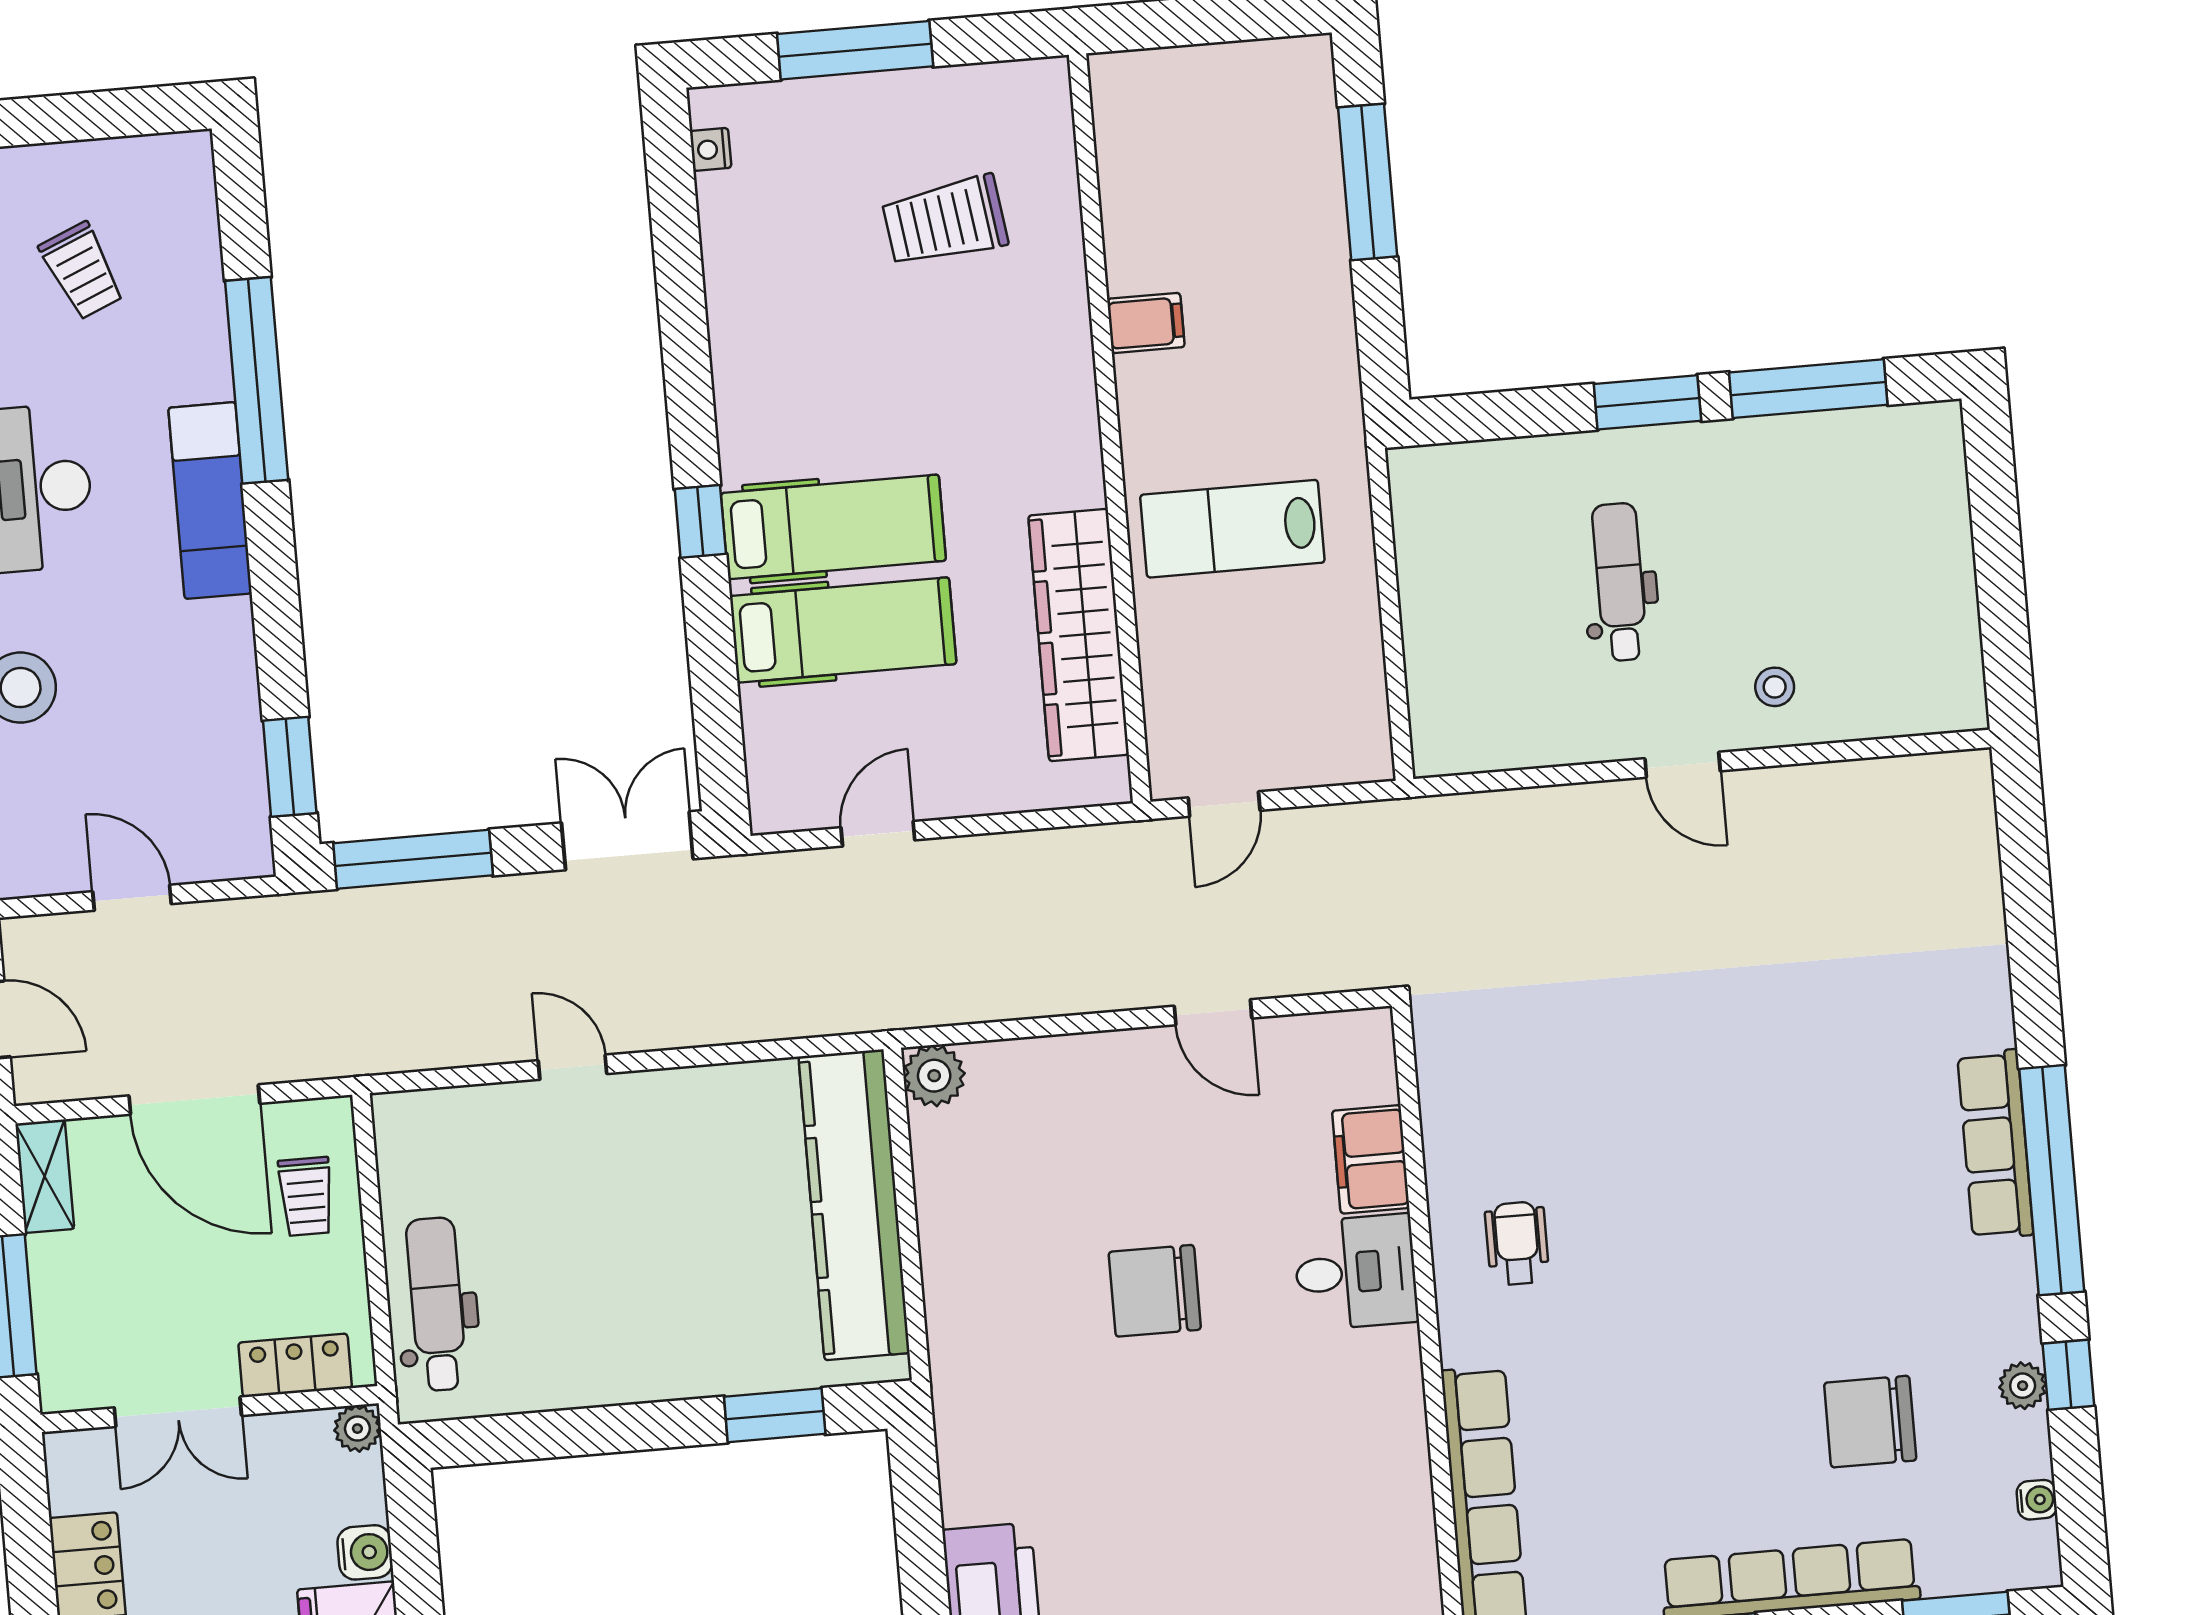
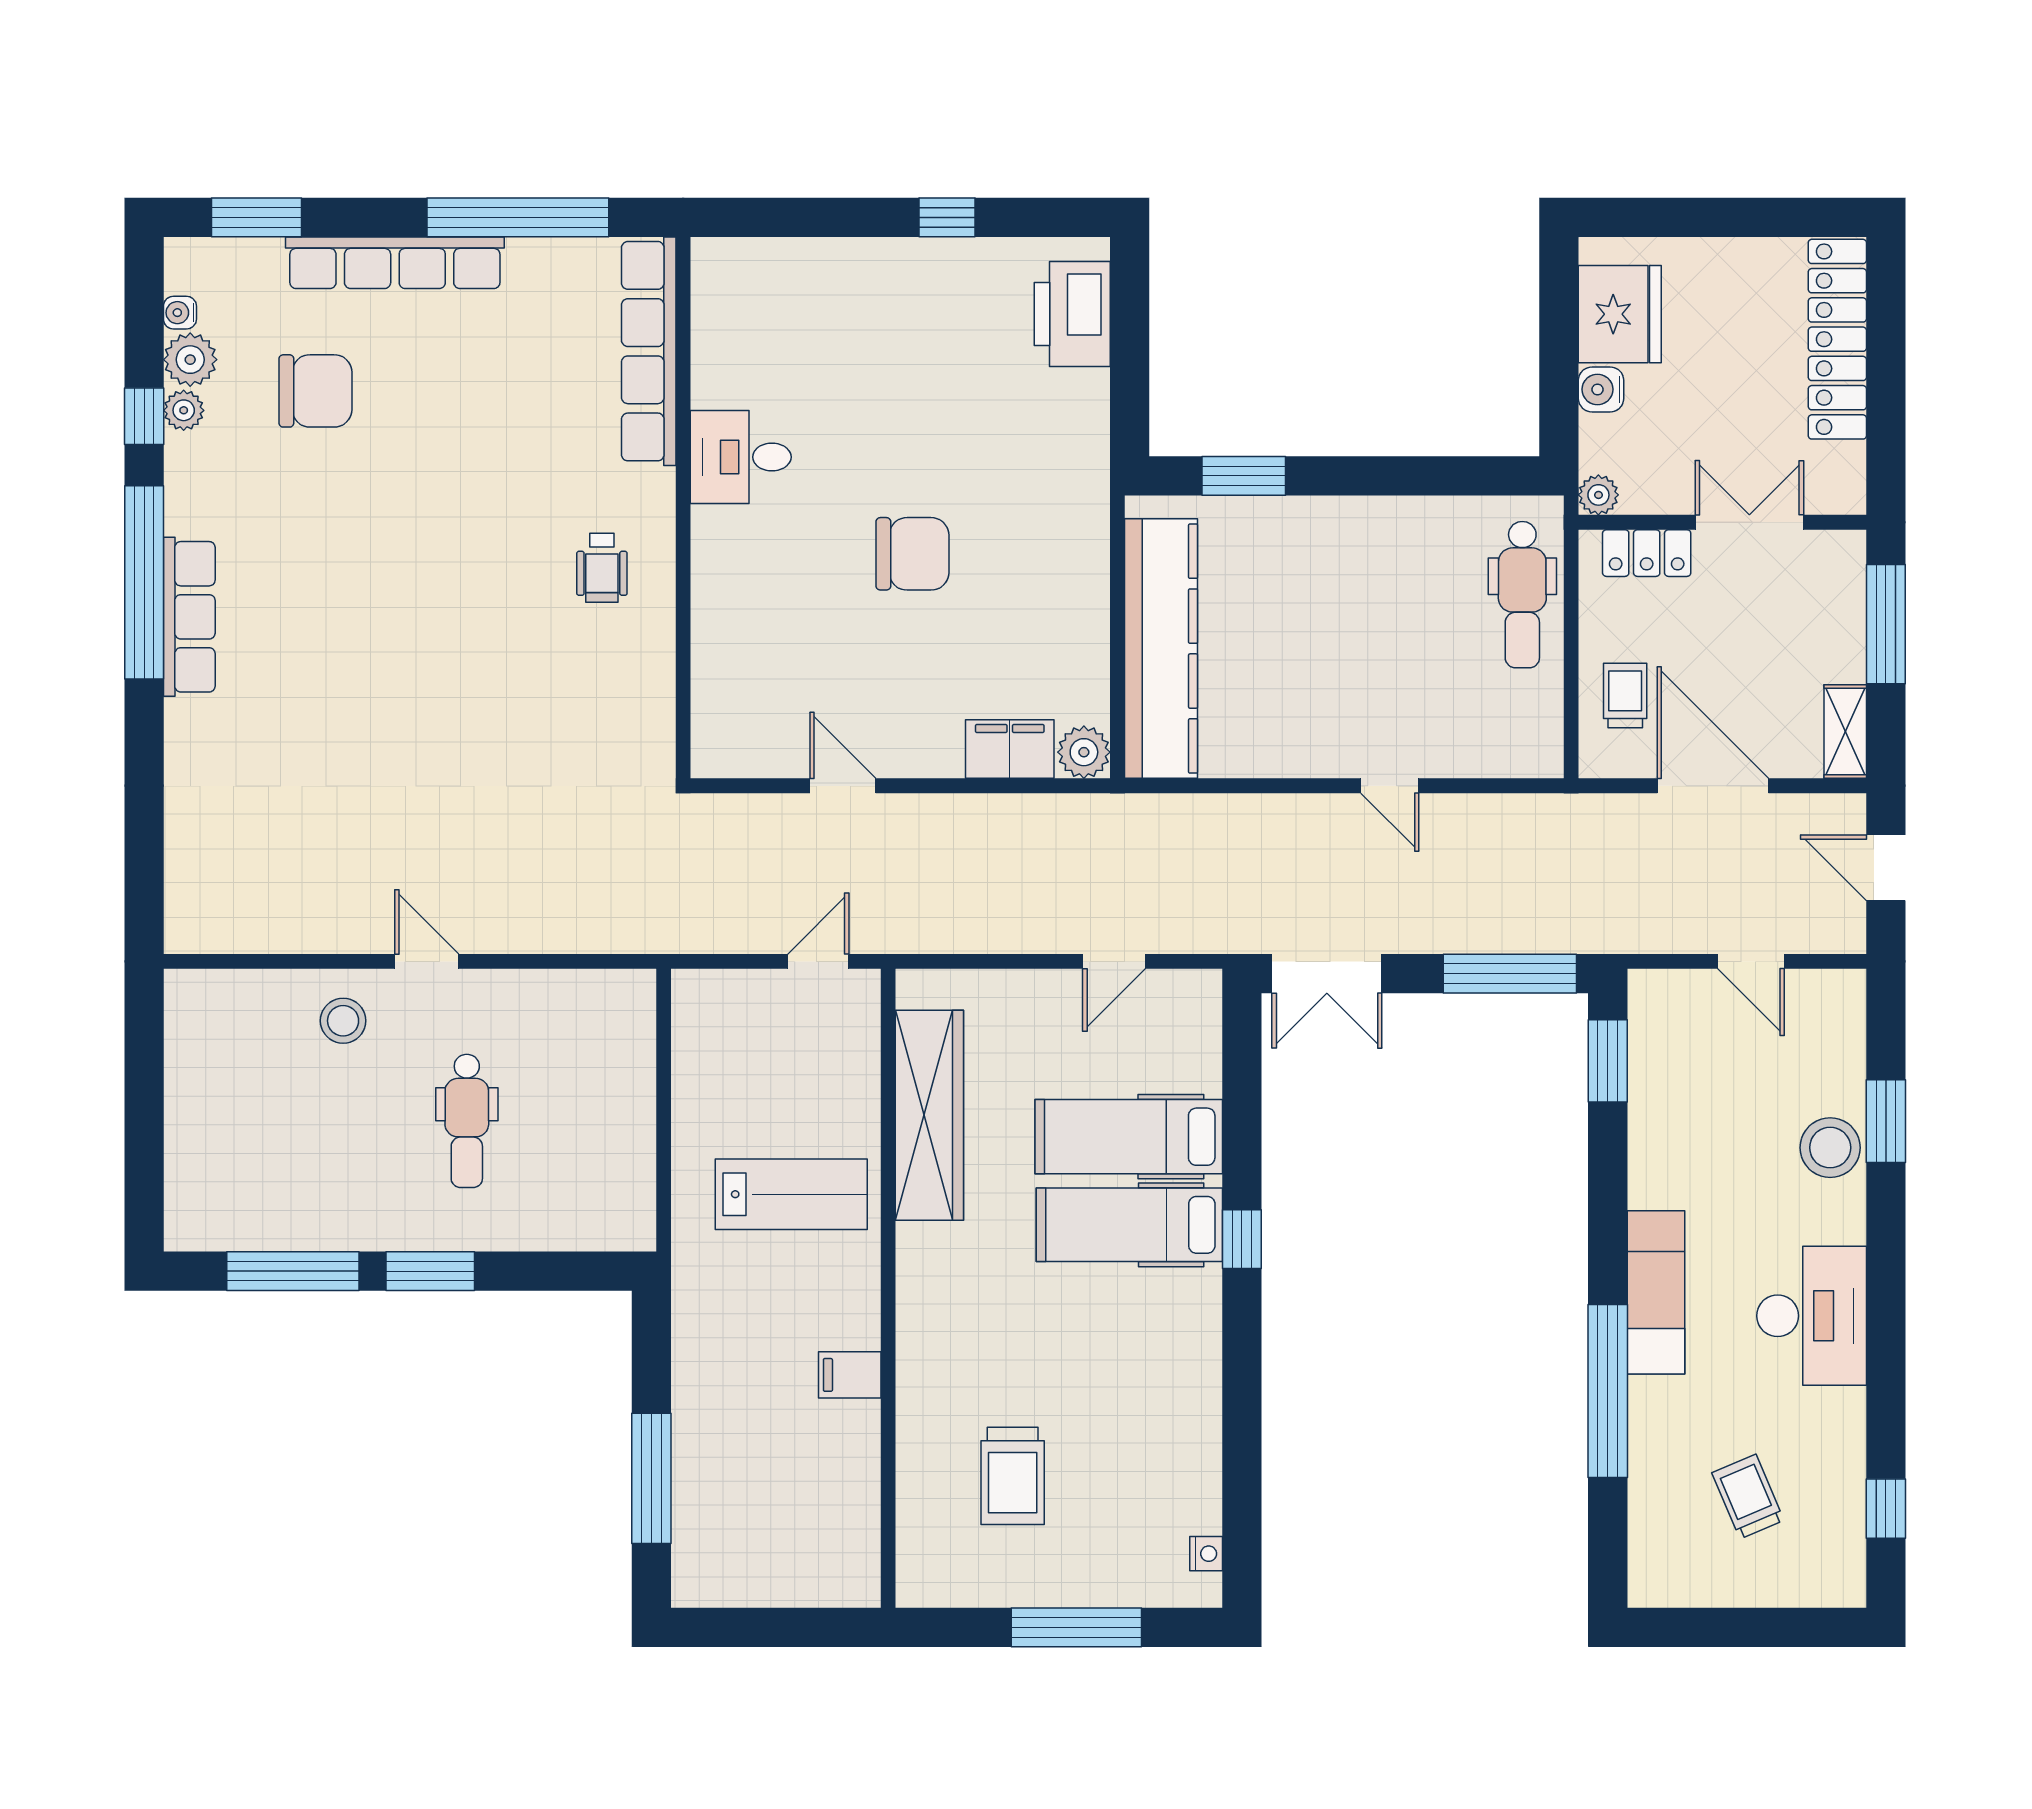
trolley: (945, 221) -> (1013, 1476), turned 98
stool: (1775, 687) -> (343, 1021), width x1.37, depth x1.37
filing cabinet: (1371, 1159) -> (1010, 749), moved, turned -90
desk: (1356, 1272) -> (741, 457), moved
plant: (2020, 1446) -> (190, 360), added

